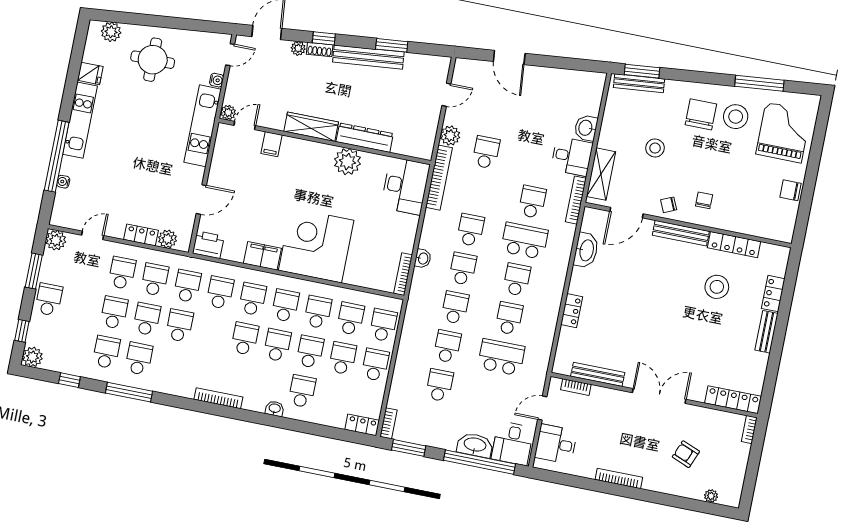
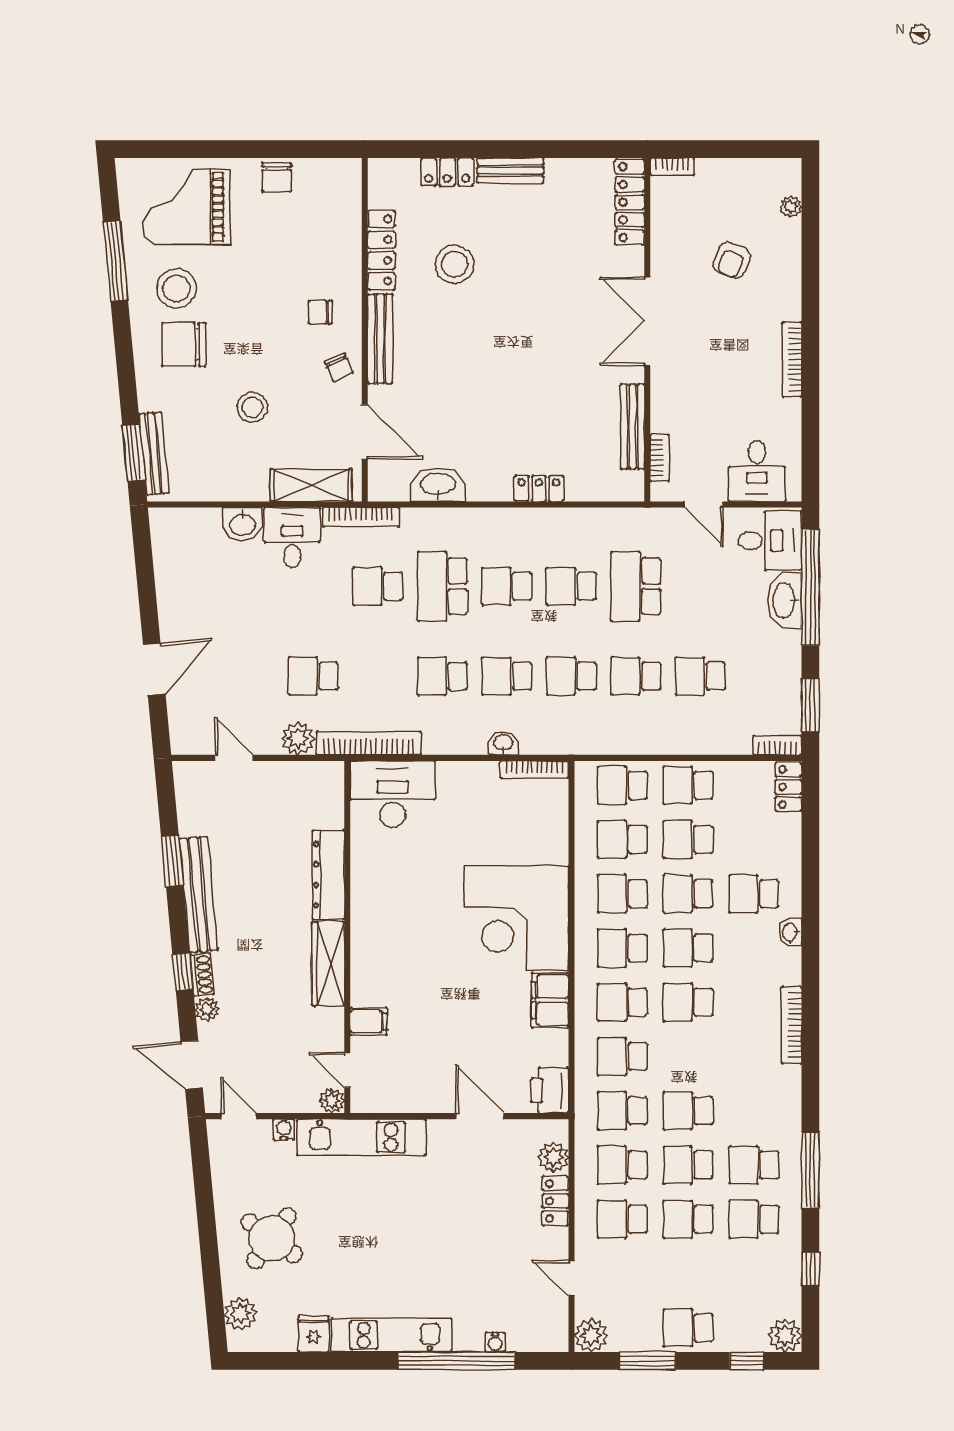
round table: (153, 60) -> (272, 1238), turned 36
plant: (347, 162) -> (372, 894), removed

